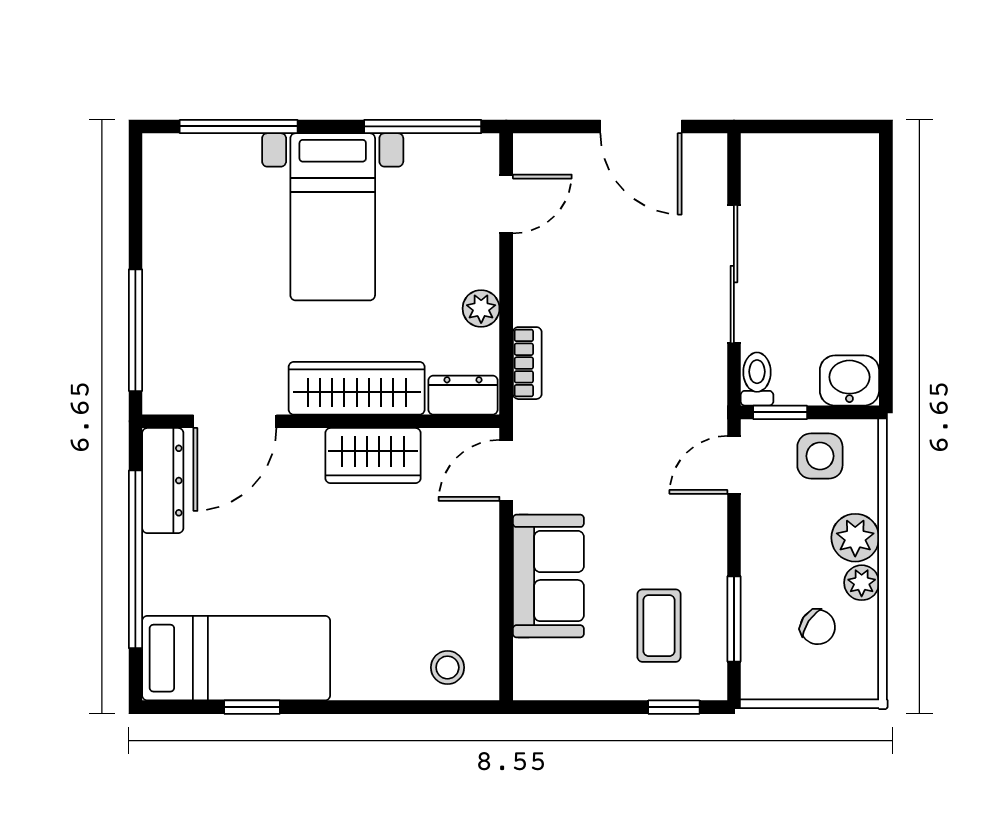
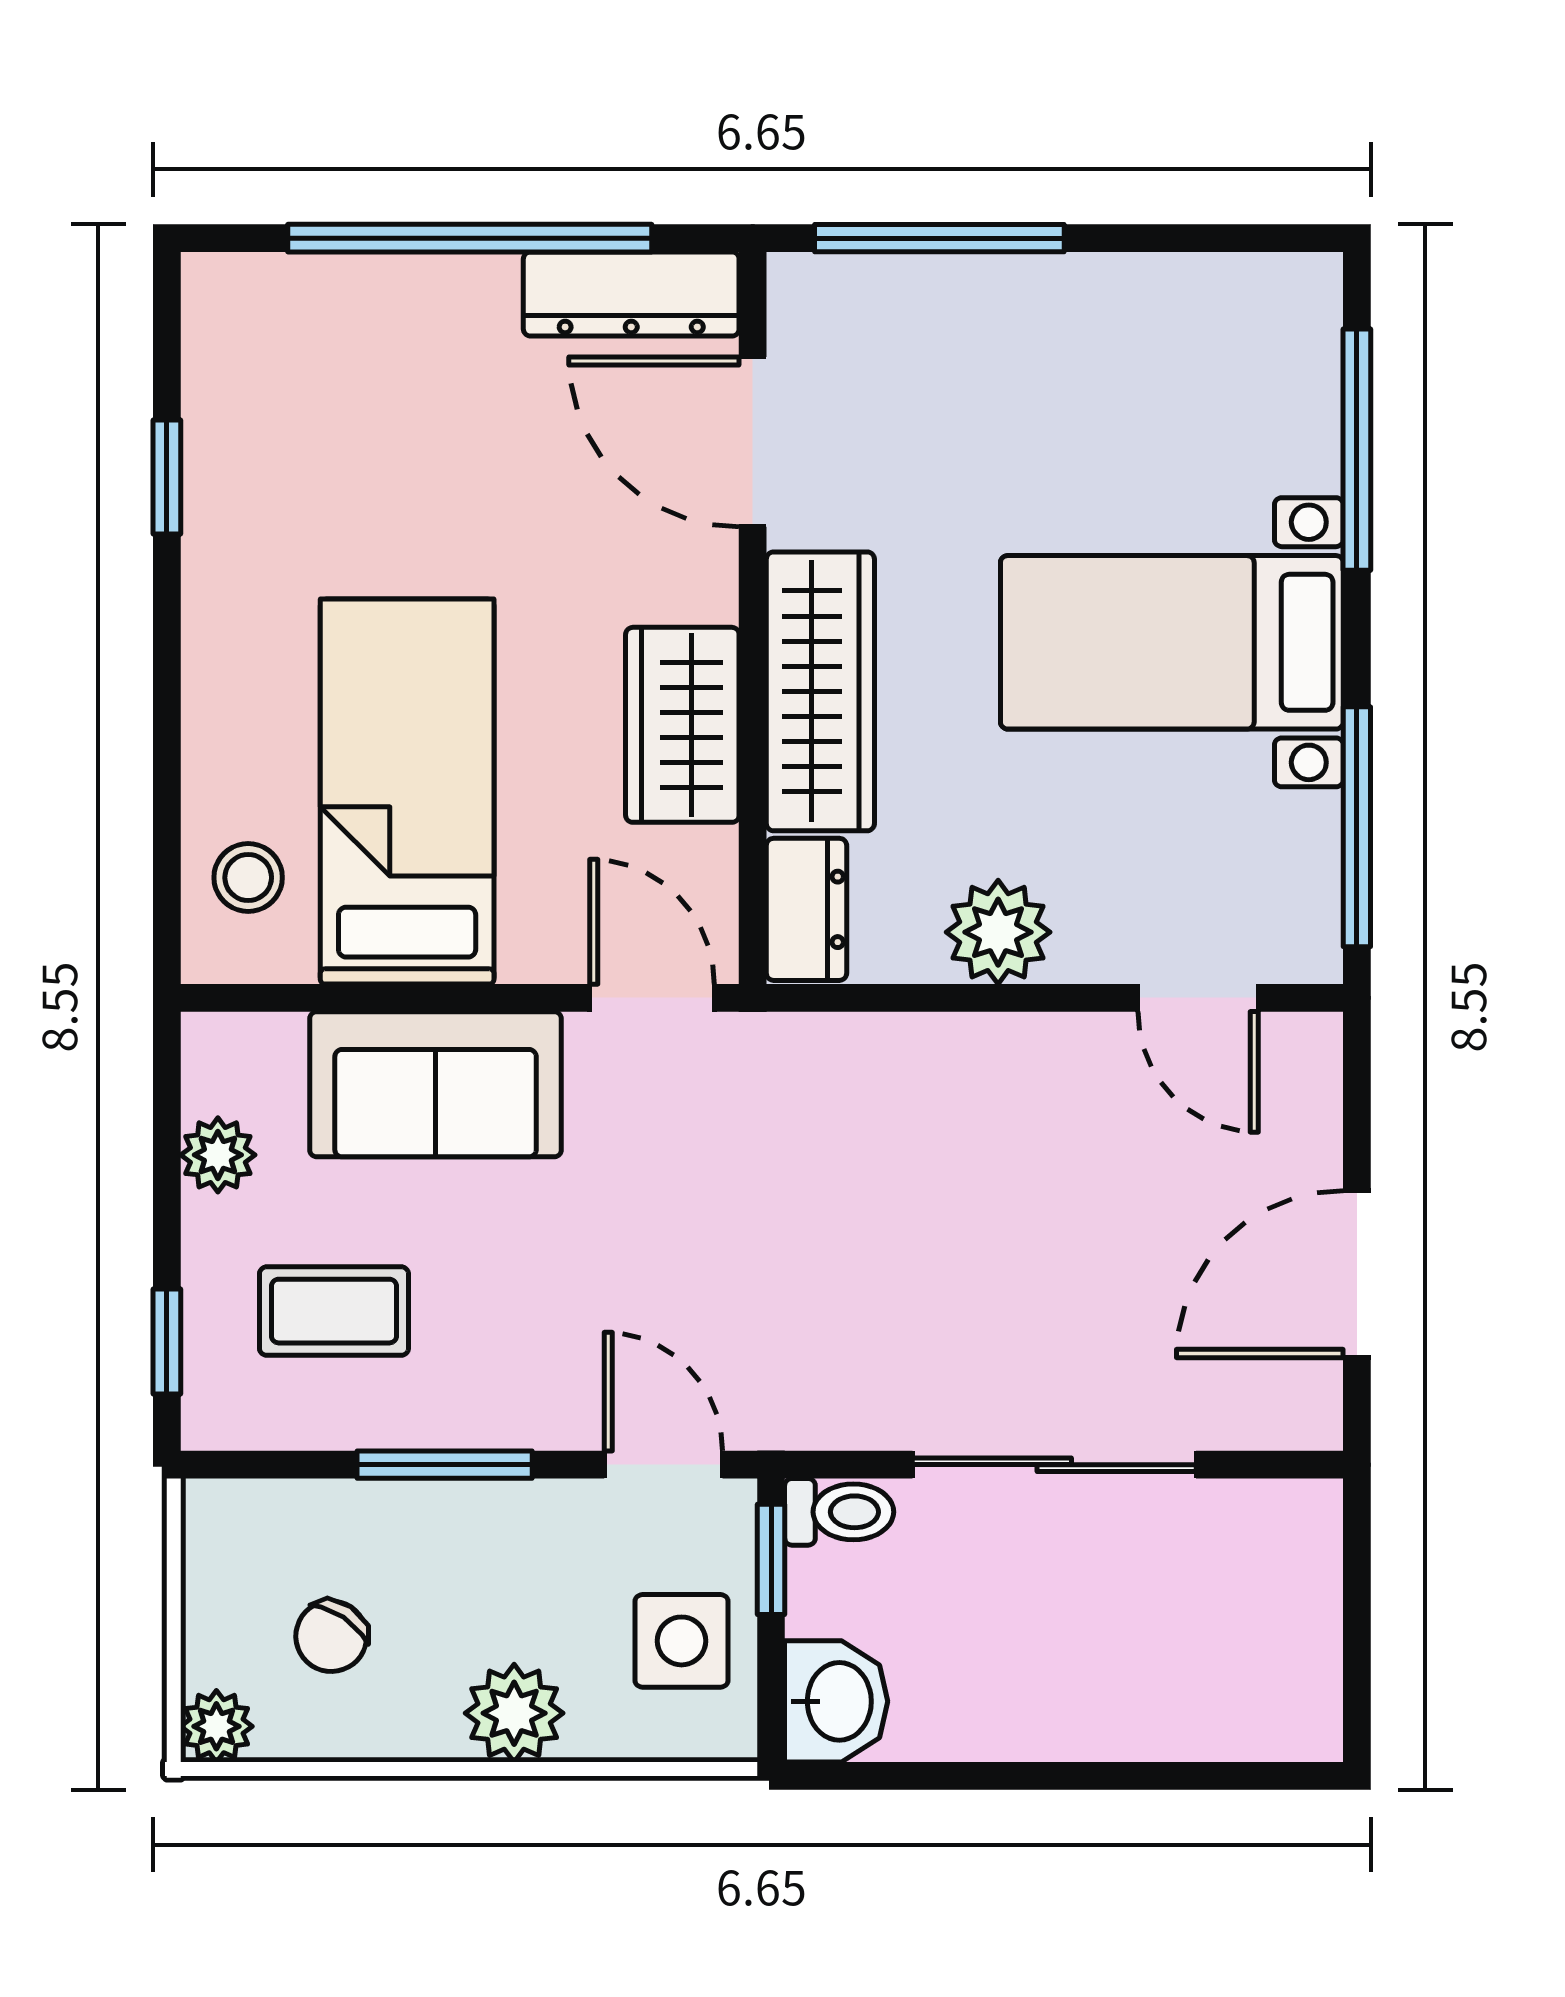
plant: (481, 308) -> (998, 932), width x1.38, depth x1.38
bookcase: (527, 363) -> (872, 1041), removed
plant: (862, 583) -> (216, 1726), moved
window: (734, 619) -> (445, 1465), moved
bed: (236, 658) -> (407, 791), moved, turned 180
plant: (583, 682) -> (218, 1155), added

